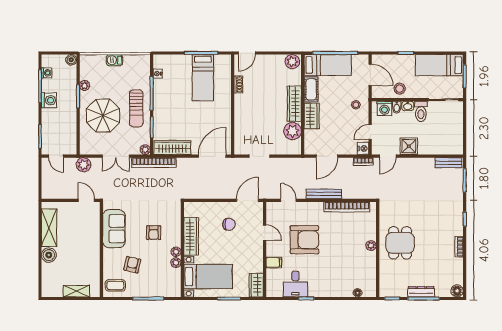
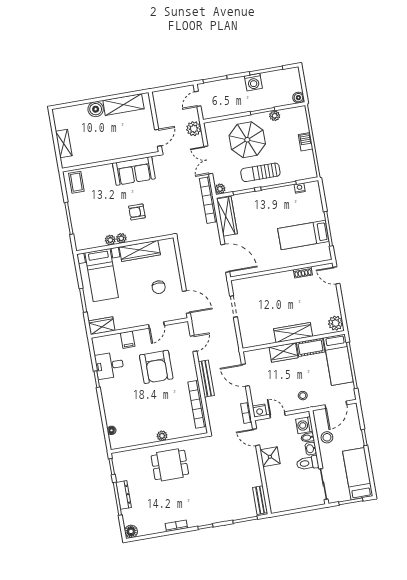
washing machine: (47, 73) -> (281, 75), removed
plant: (293, 131) -> (265, 336), removed
armchair: (132, 265) -> (101, 196), removed

